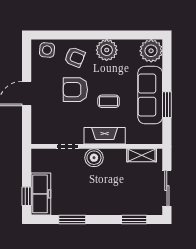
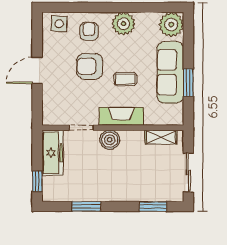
armchair: (75, 57) -> (89, 31), turned -112
freezer: (41, 194) -> (52, 153), moved

